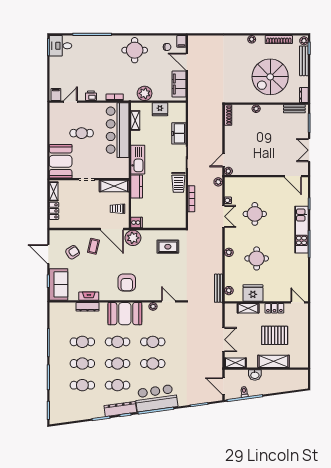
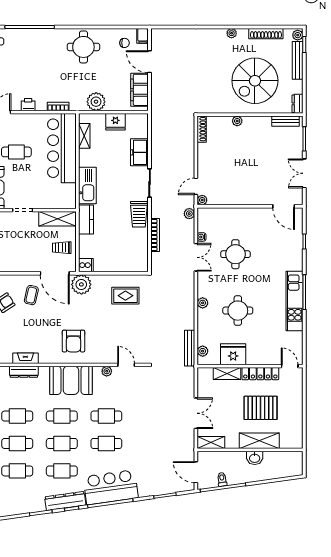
kitchen unit: (301, 230) -> (295, 301), moved
locker: (274, 308) -> (260, 374), width x1.53
washbasin: (255, 375) -> (255, 458), moved

